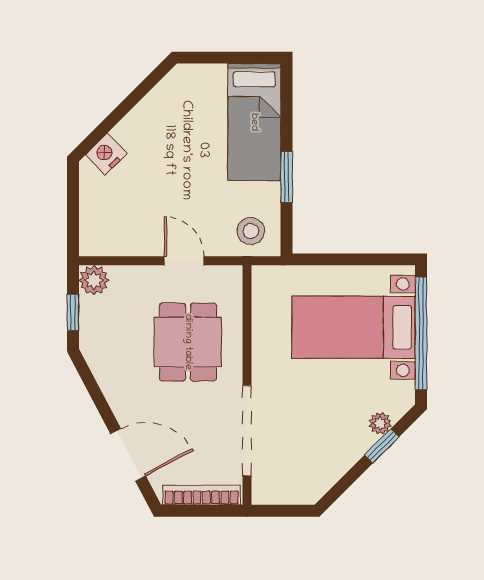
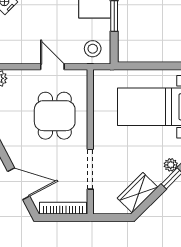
doorway: (247, 431) -> (90, 169), width x0.73
wardrobe: (325, 469) -> (138, 193), added

